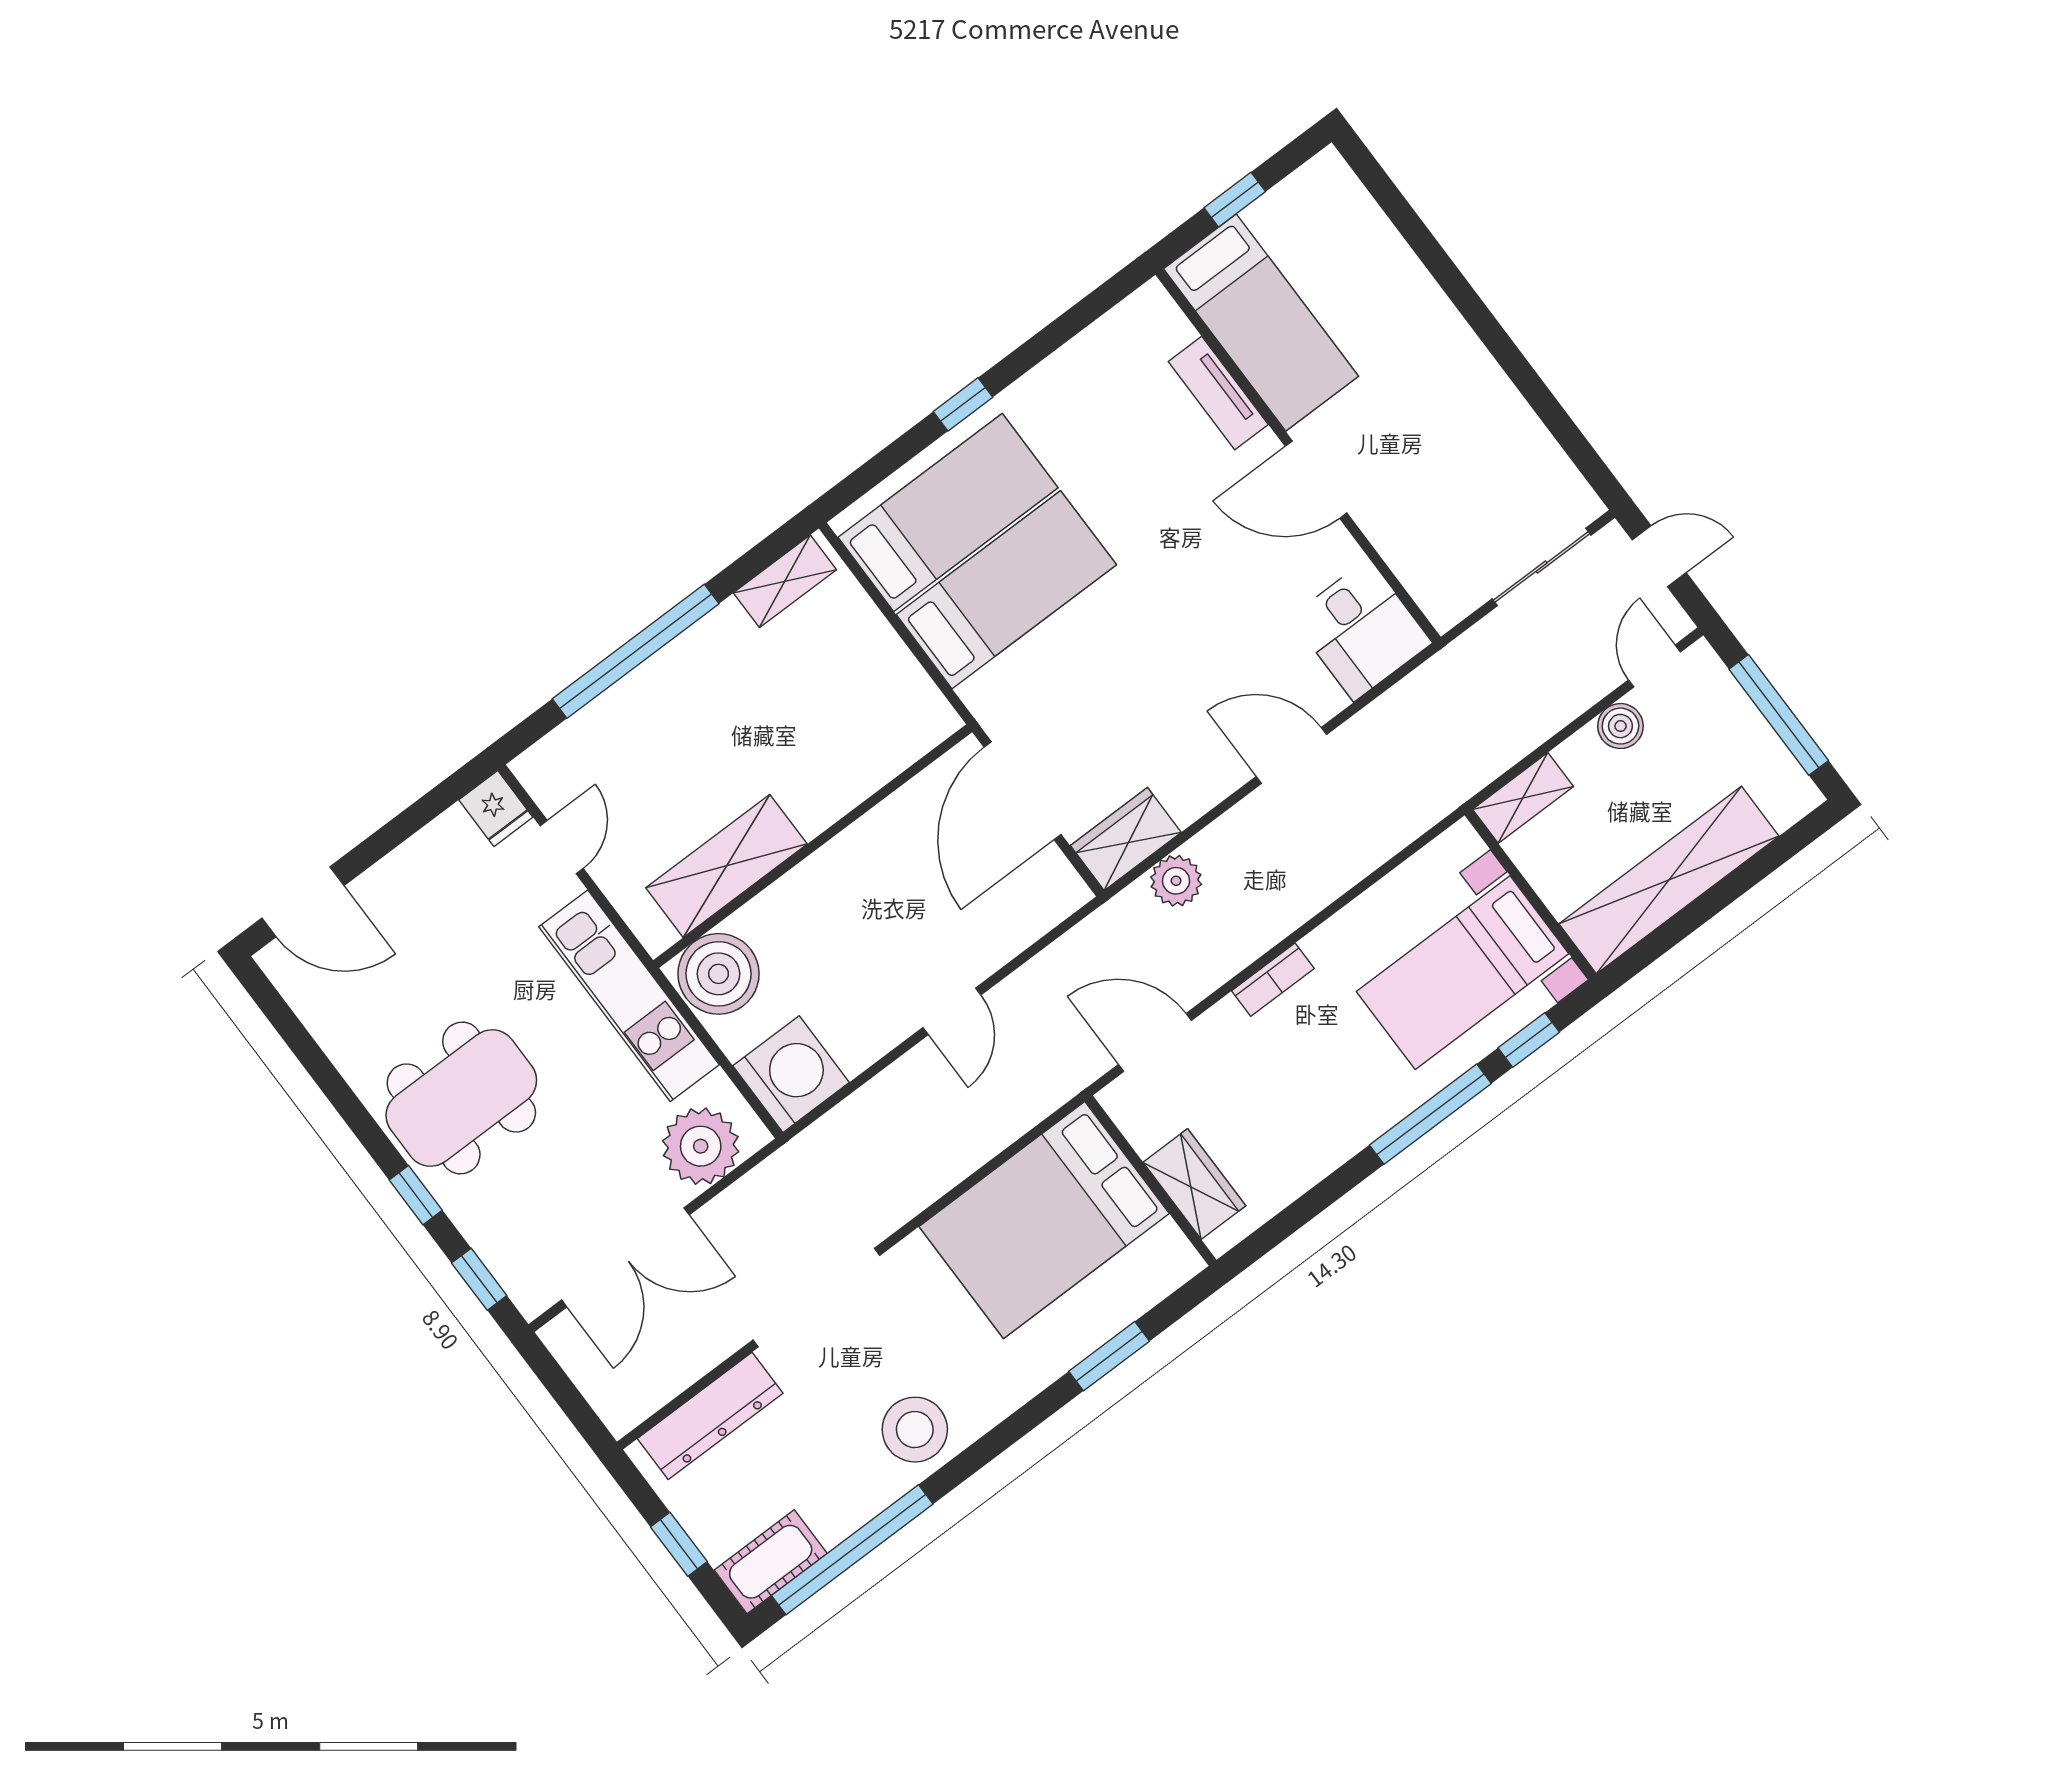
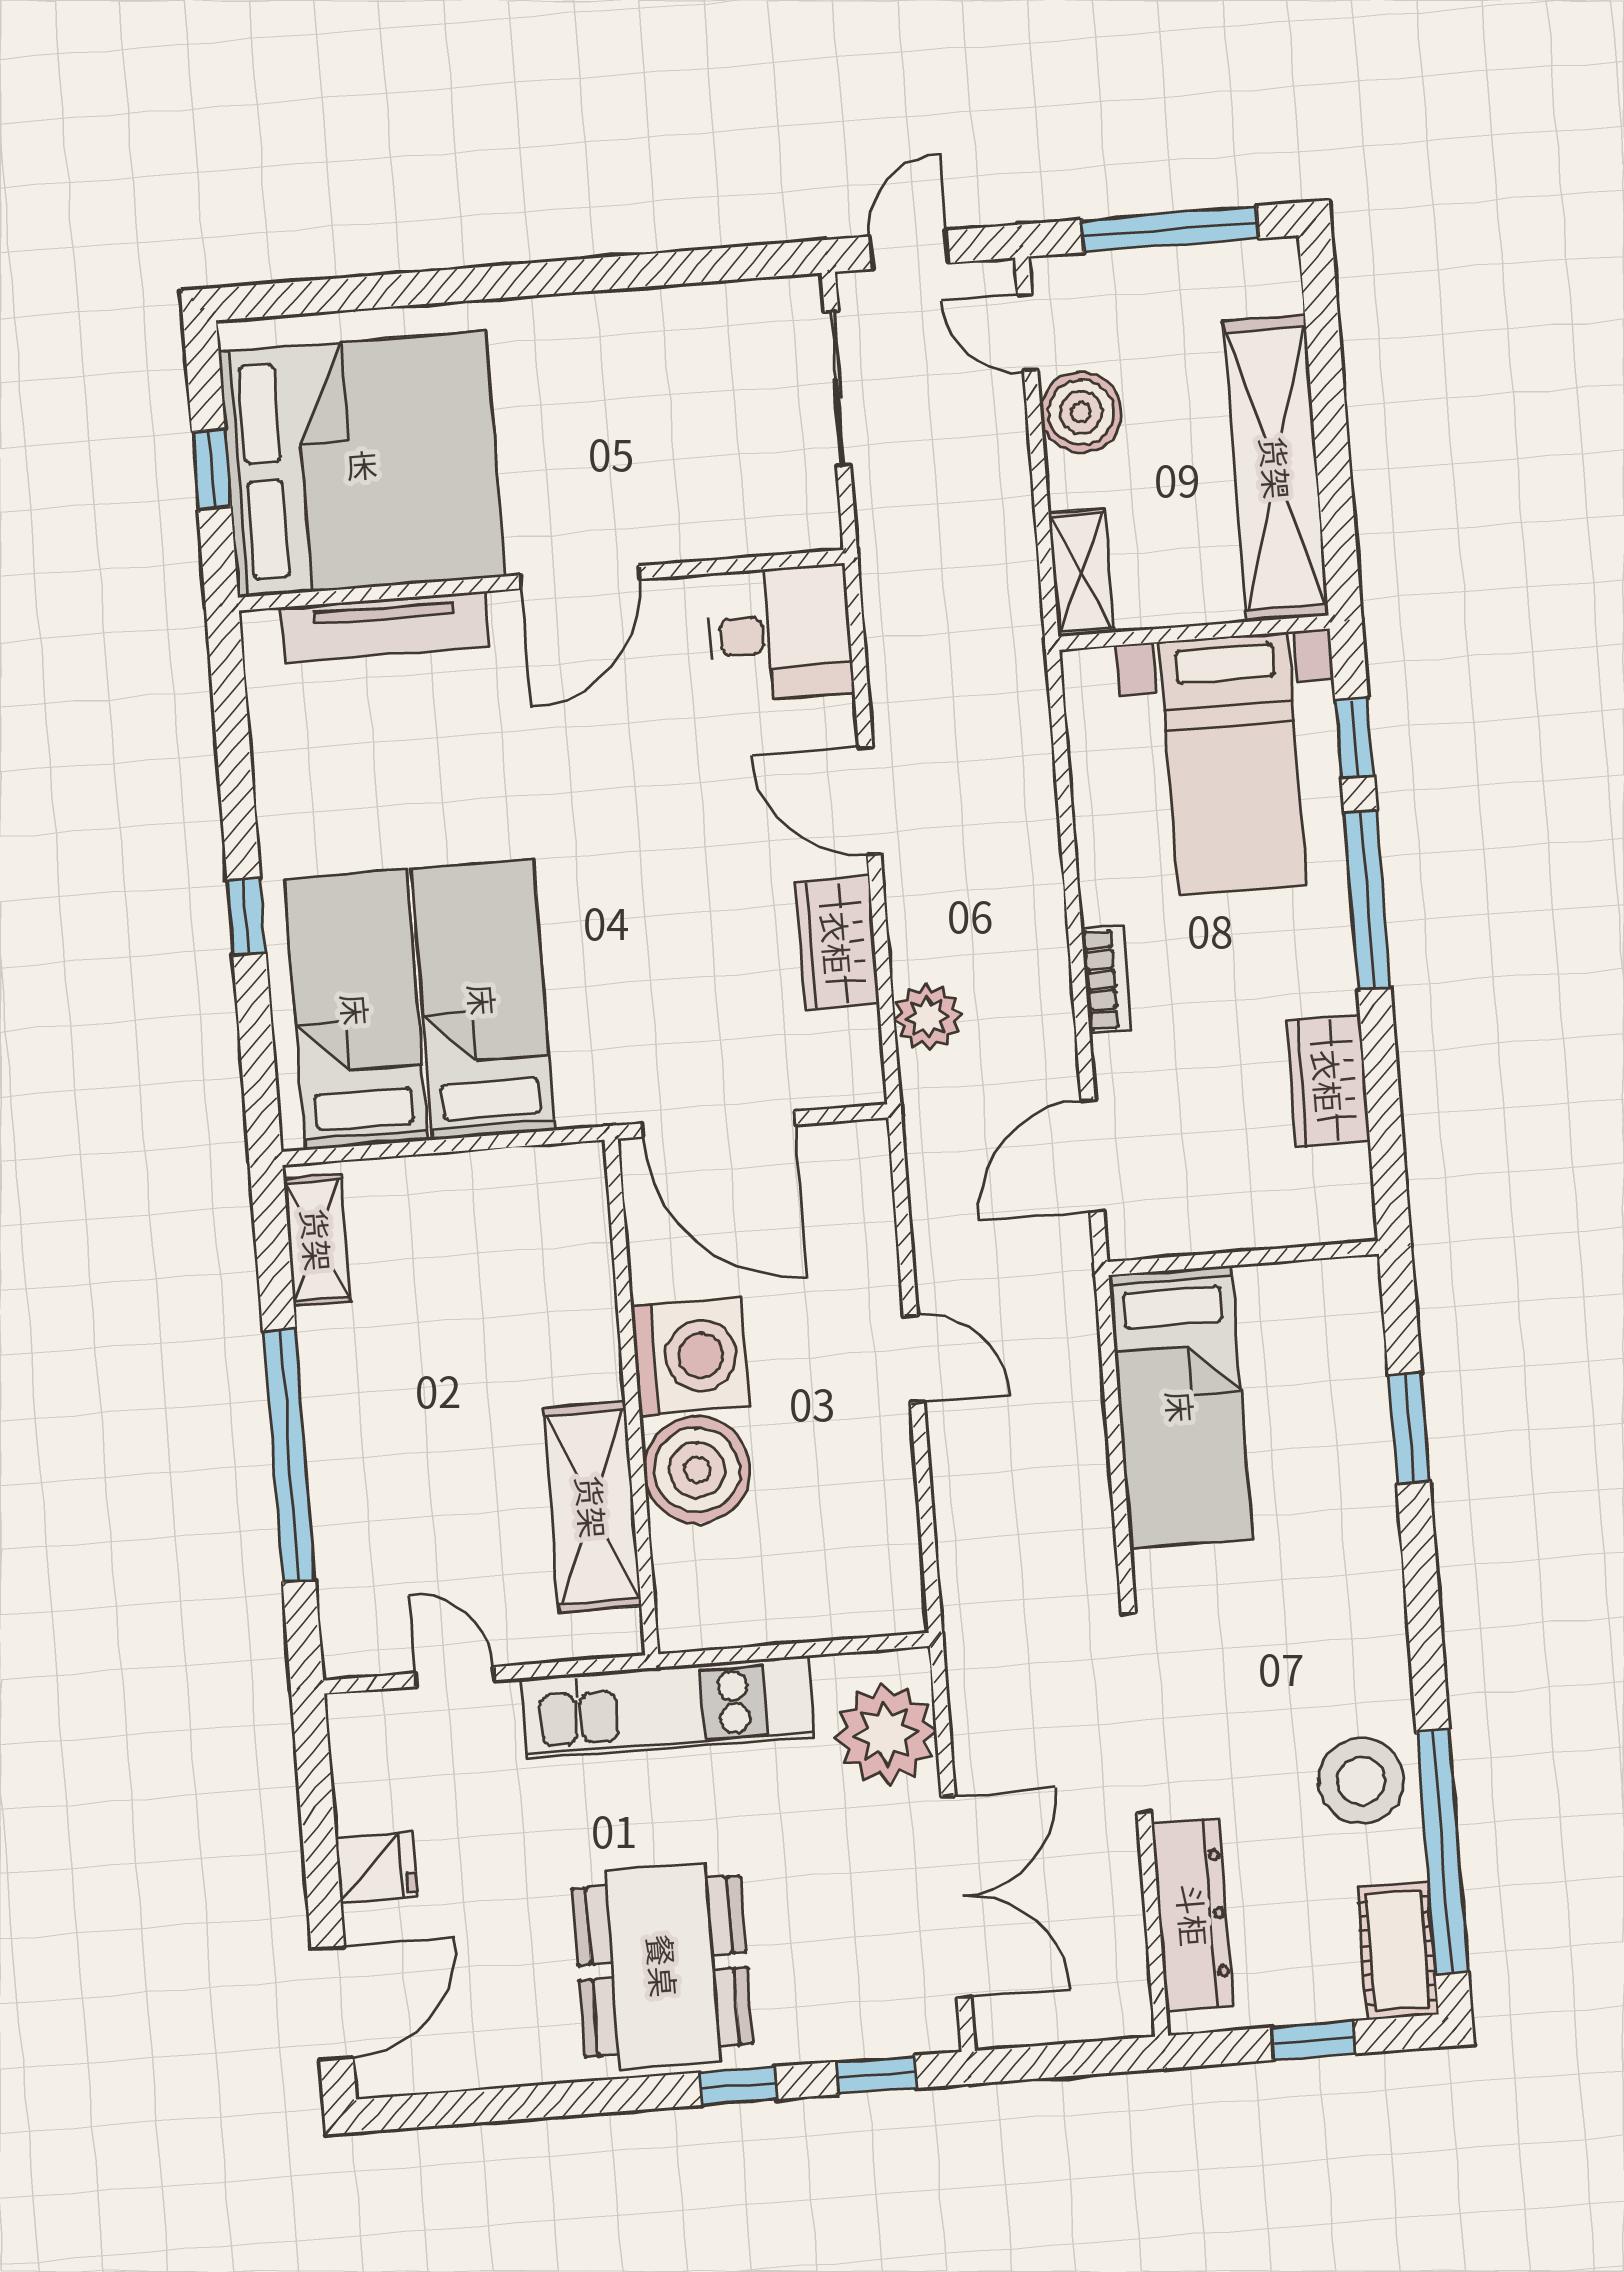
bed: (1261, 322) -> (362, 464), width x2.04
tv unit: (1218, 393) -> (385, 627), width x1.41
boiler: (1620, 726) -> (1081, 412), width x1.36, depth x1.36
door: (1291, 756) -> (870, 800), hinge flipped
fridge: (496, 809) -> (376, 1868), moved
wardrobe: (1126, 839) -> (837, 943), moved
boiler: (719, 974) -> (697, 1470), moved
washing machine: (791, 1074) -> (690, 1356), moved, turned 90
wardrobe: (1194, 1184) -> (1328, 1081), moved, turned -90
bed: (1044, 1220) -> (1181, 1407), width x0.67
stool: (915, 1430) -> (1361, 1781), moved

